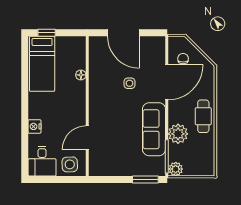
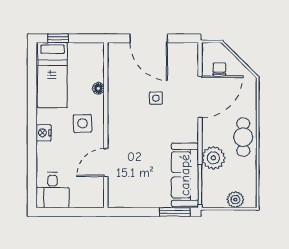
nightstand: (35, 126) -> (44, 133), moved
sofa: (154, 129) -> (185, 175), moved
side table: (70, 164) -> (82, 123), moved
plant: (176, 169) -> (235, 200), moved

